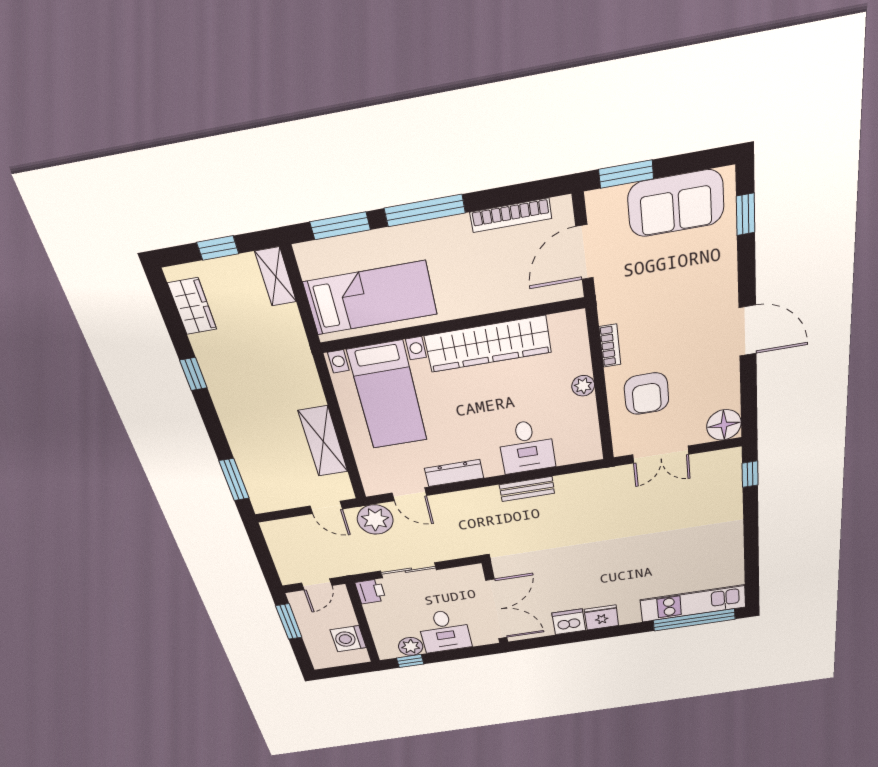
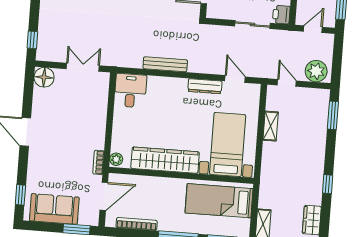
bookcase: (610, 346) -> (99, 162), moved
plant: (583, 386) -> (116, 159), moved
armchair: (646, 394) -> (85, 109), removed
shelving: (323, 441) -> (271, 126), width x0.67, depth x0.75
desk: (527, 447) -> (130, 91), moved
bench: (527, 489) -> (165, 64), width x1.36
plant: (375, 520) -> (316, 71), moved

